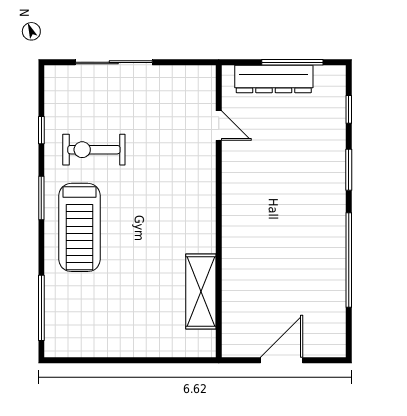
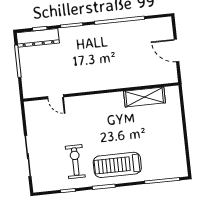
dresser: (274, 79) -> (38, 38), moved, turned 90
door: (219, 126) -> (56, 97), swing flipped
exercise bike: (94, 150) -> (75, 162), turned 180
treadmill: (80, 227) -> (117, 165), turned 180

